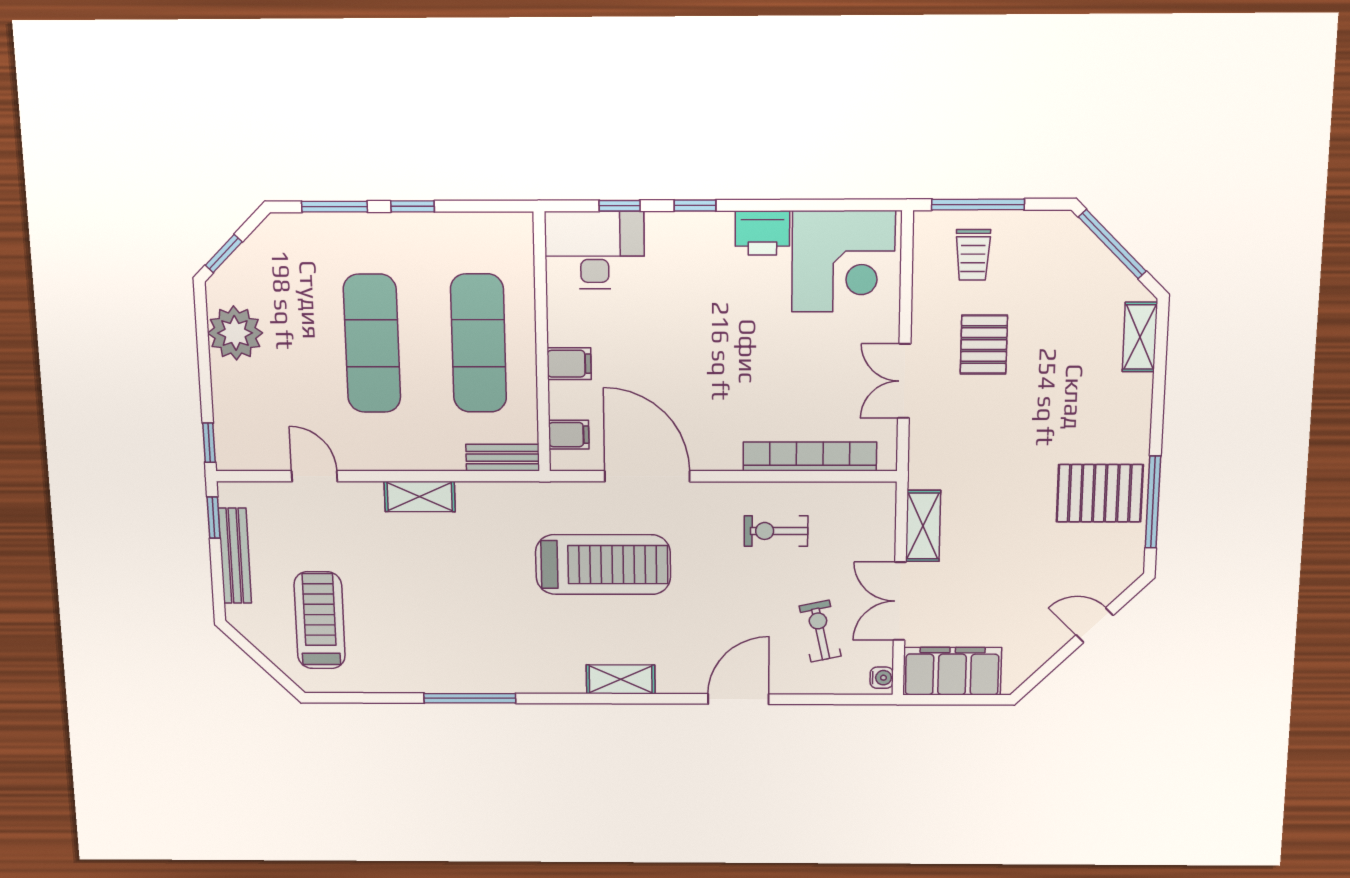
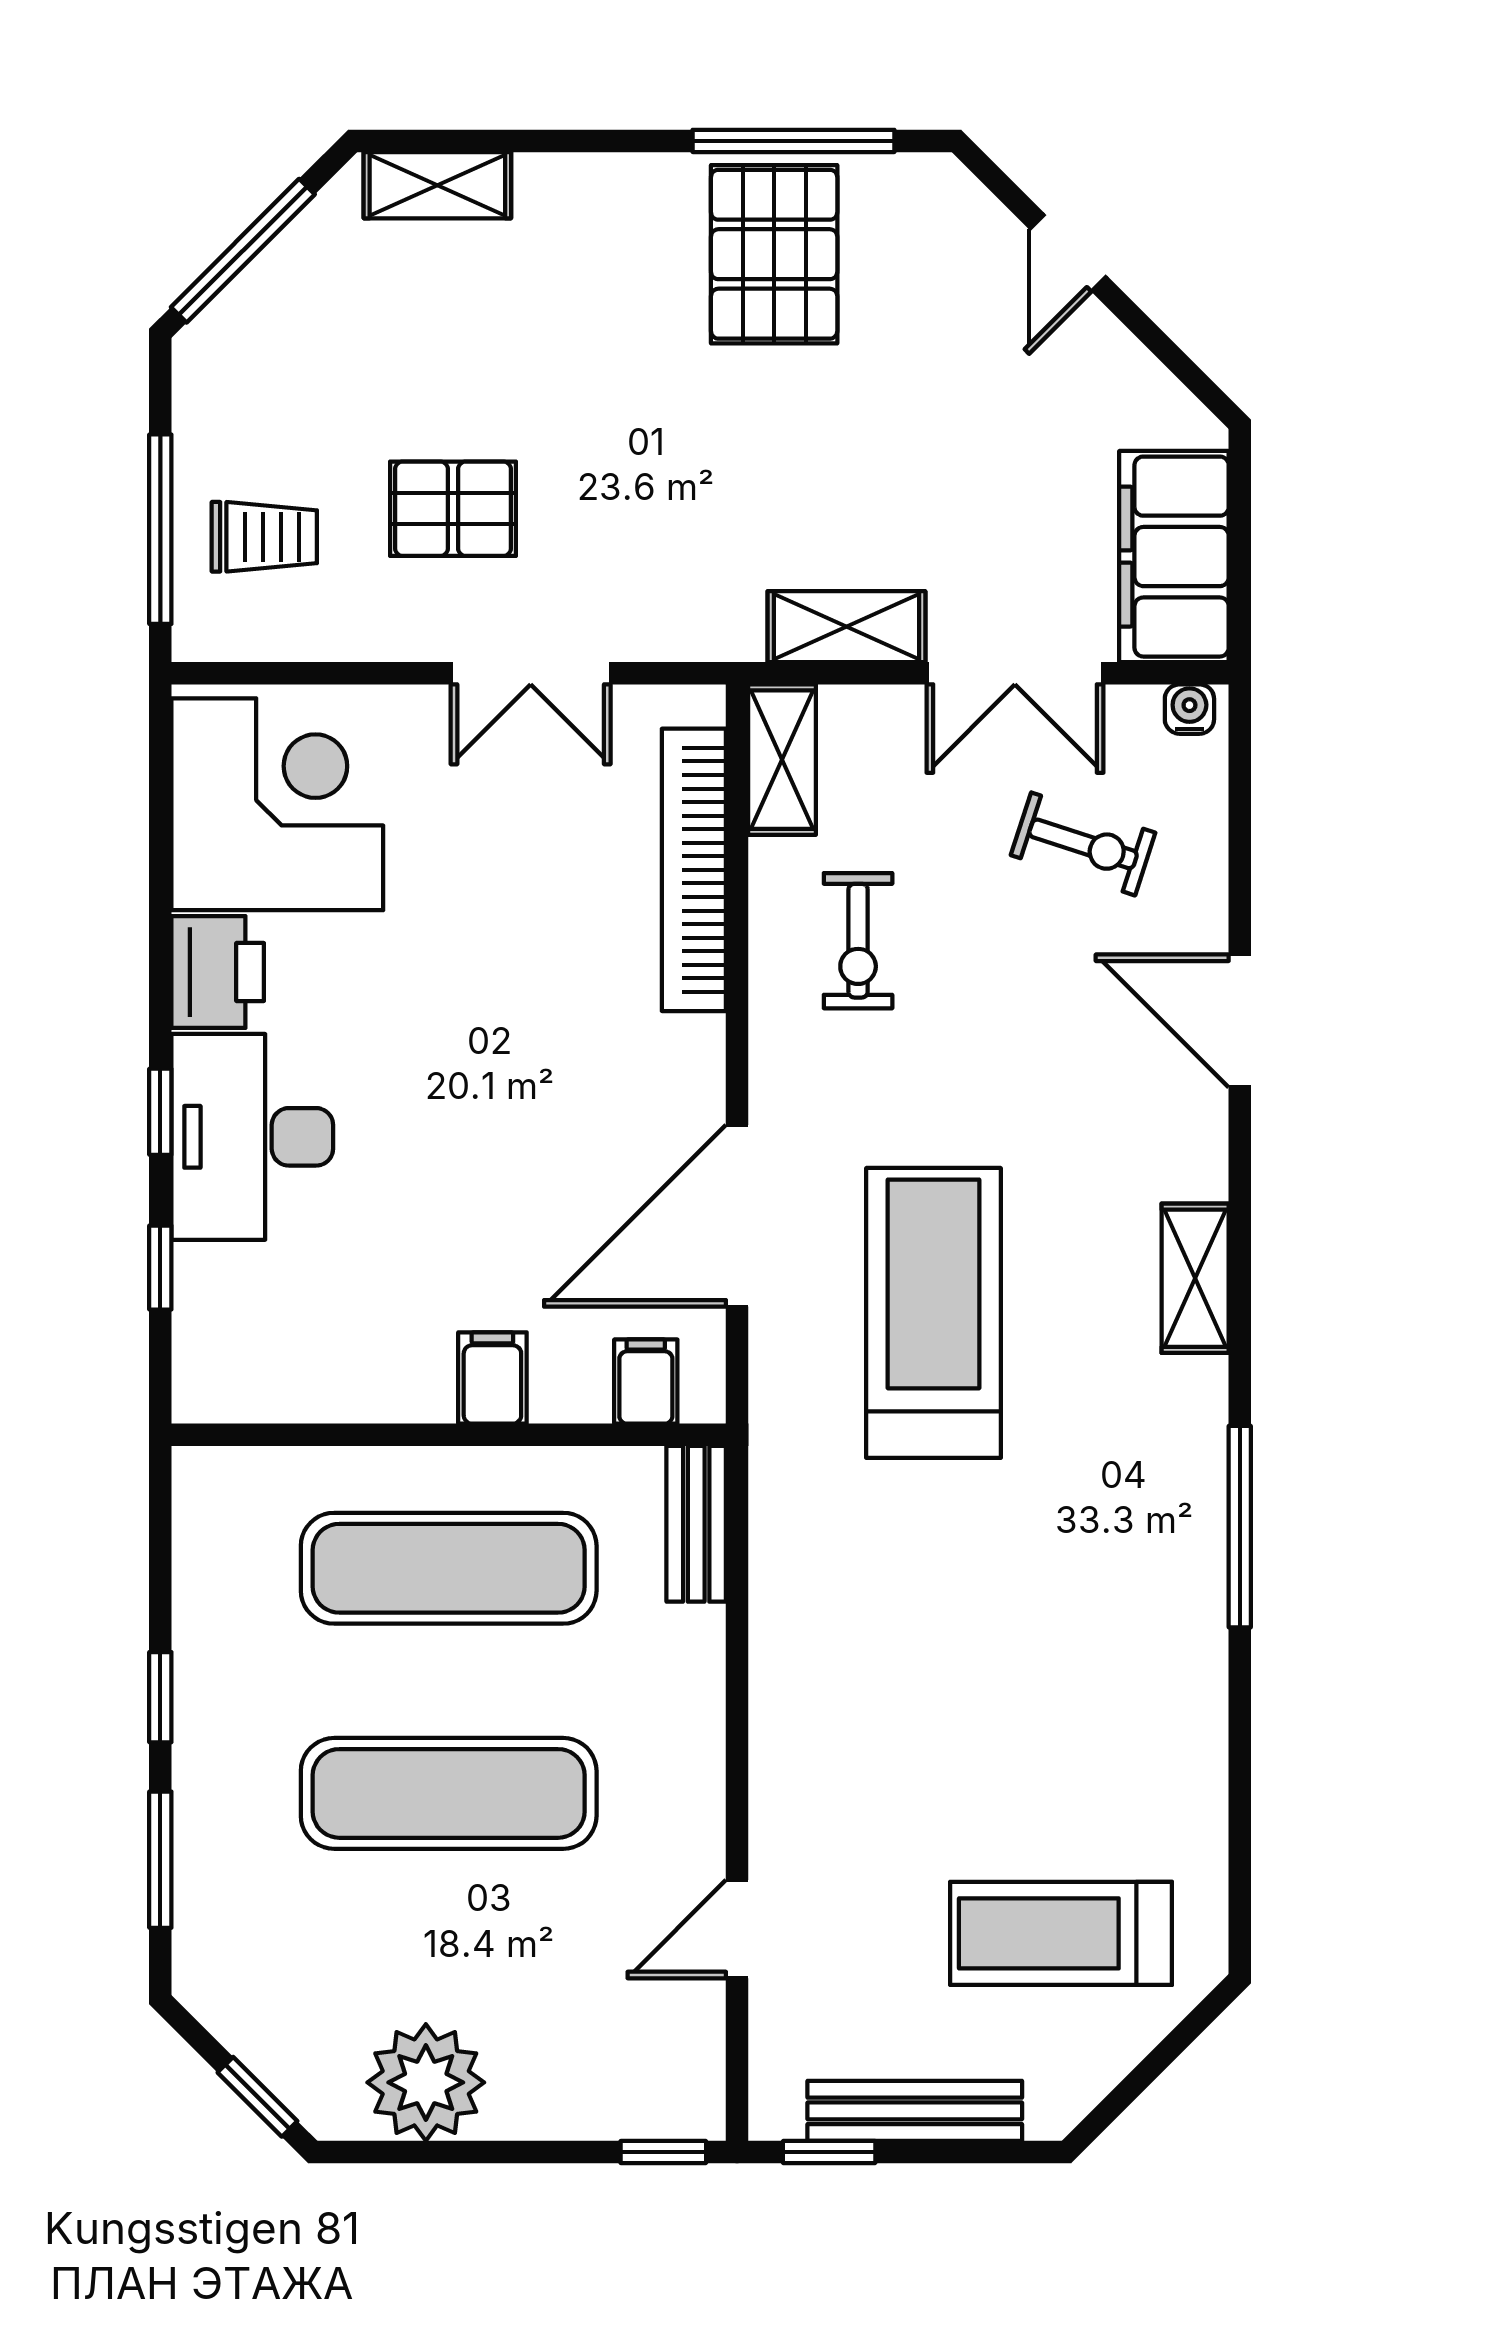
desk: (595, 250) -> (252, 1137), moved
shelving: (420, 496) -> (782, 760), moved
exercise bike: (820, 631) -> (1083, 844), turned -150
window: (470, 698) -> (1240, 1527), moved

